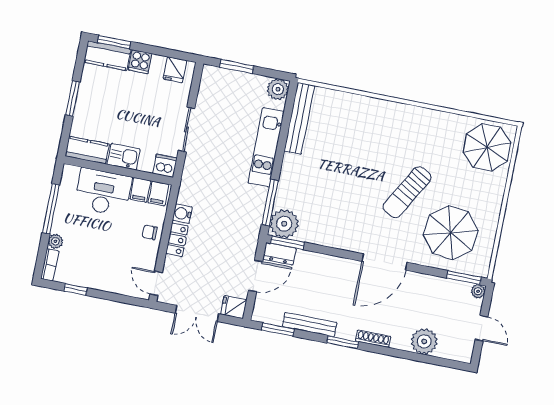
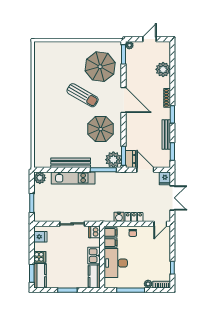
bench: (299, 118) -> (71, 163), moved
parasol: (487, 147) -> (101, 129), moved

